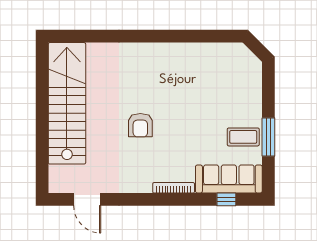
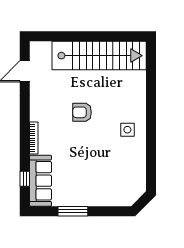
side table: (163, 67) -> (127, 130), added
coffee table: (243, 137) -> (73, 192), removed

